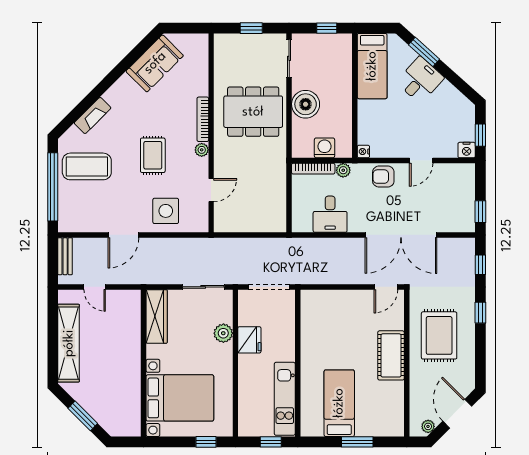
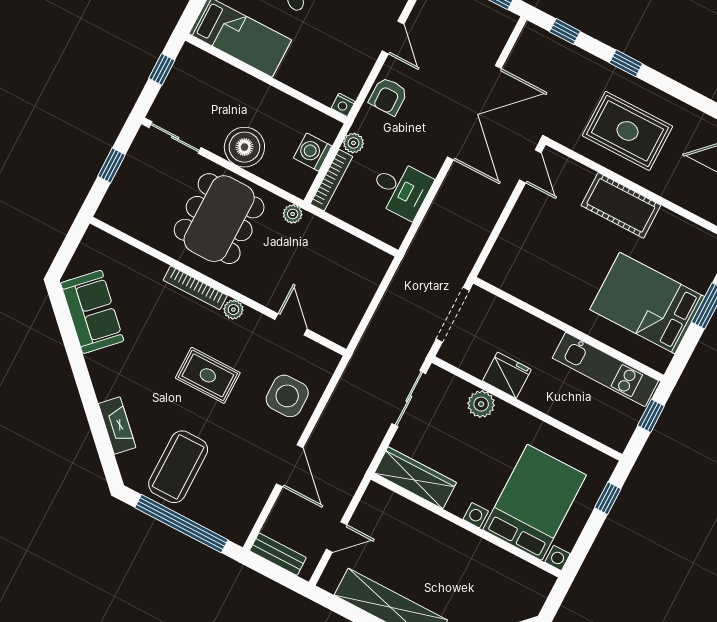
plant: (280, 156) -> (293, 214), added
bed: (339, 403) -> (647, 303), width x1.50

